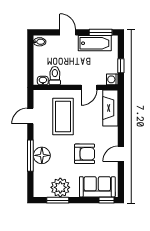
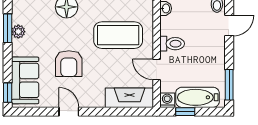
door: (68, 32) -> (229, 26), moved
bathtub: (95, 43) -> (197, 97), moved, turned 90
toilet: (55, 76) -> (172, 44), moved
plant: (60, 187) -> (18, 32), width x0.53, depth x0.53

